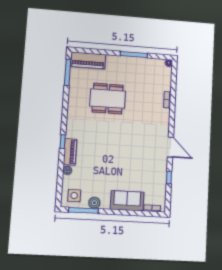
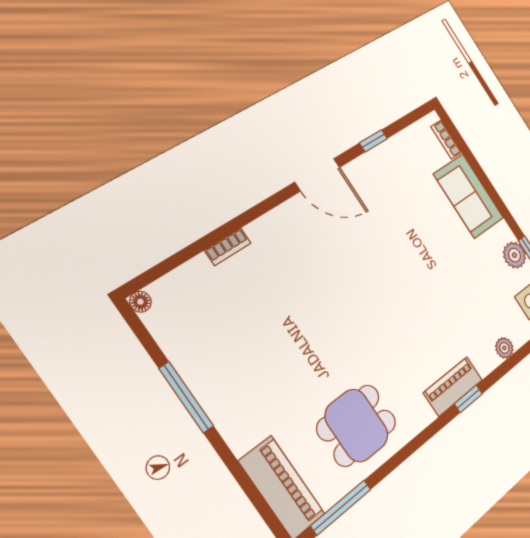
dining table: (108, 98) -> (357, 425), moved, width x0.73
door: (170, 147) -> (317, 175), swing flipped
piano: (70, 152) -> (453, 386), moved

